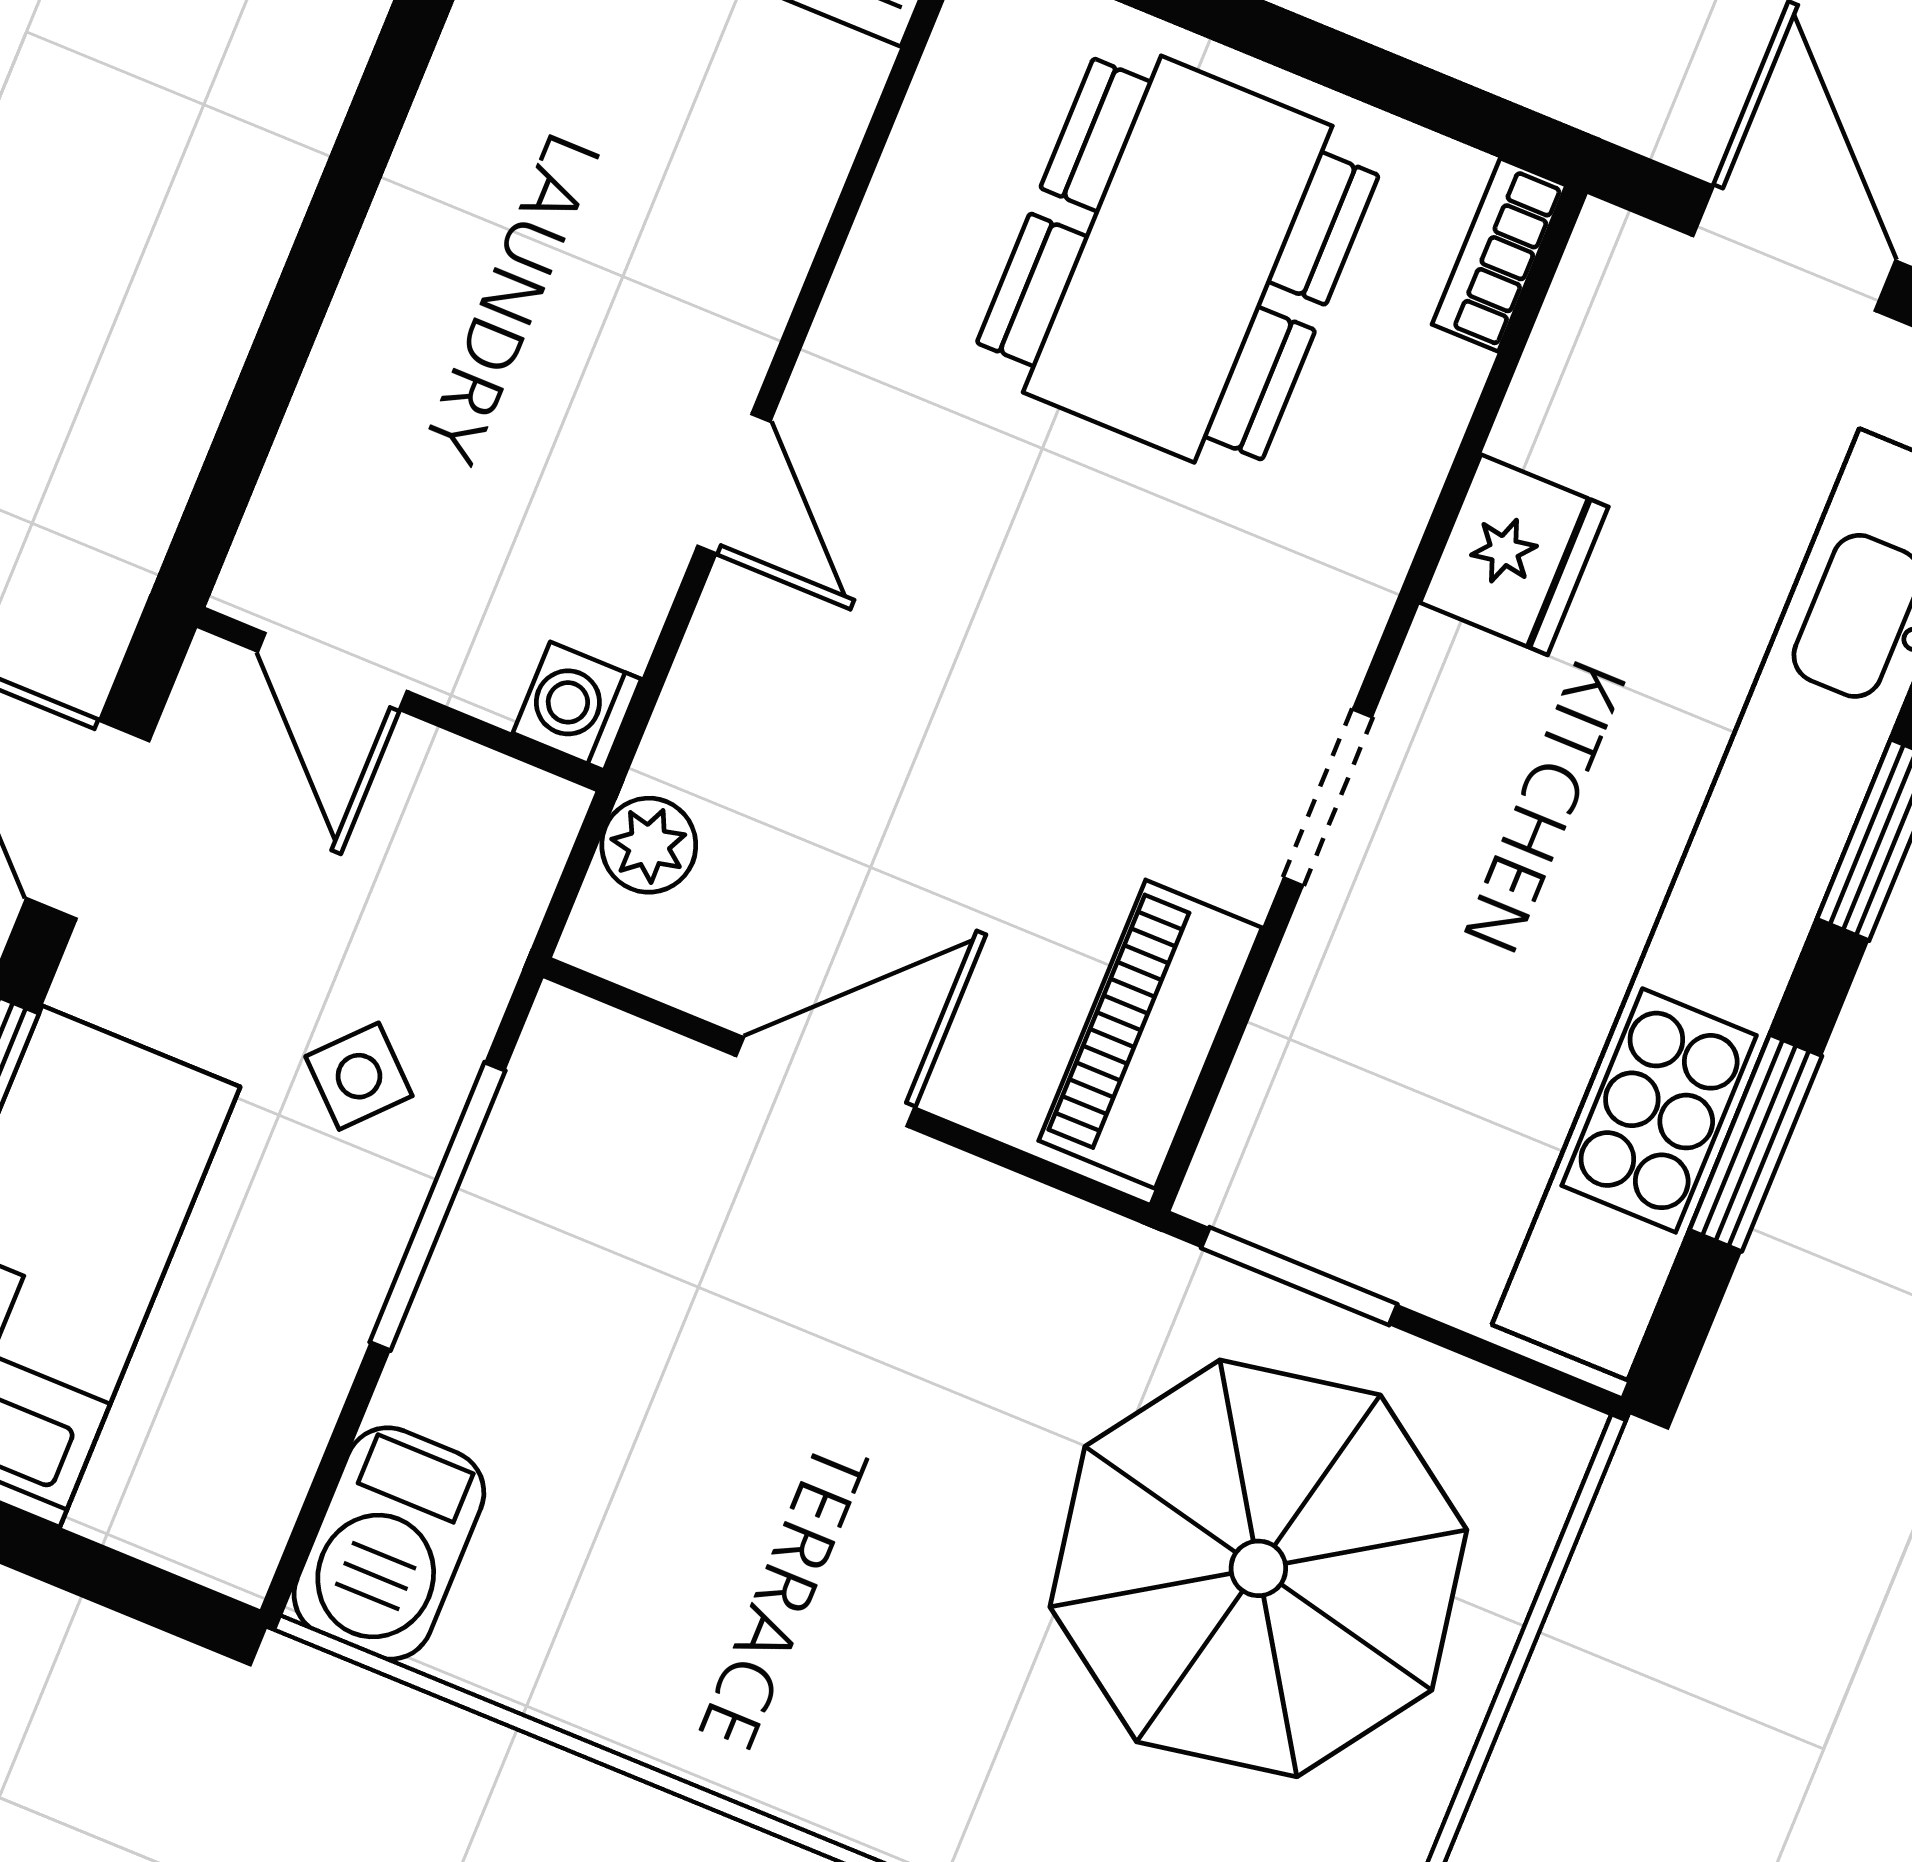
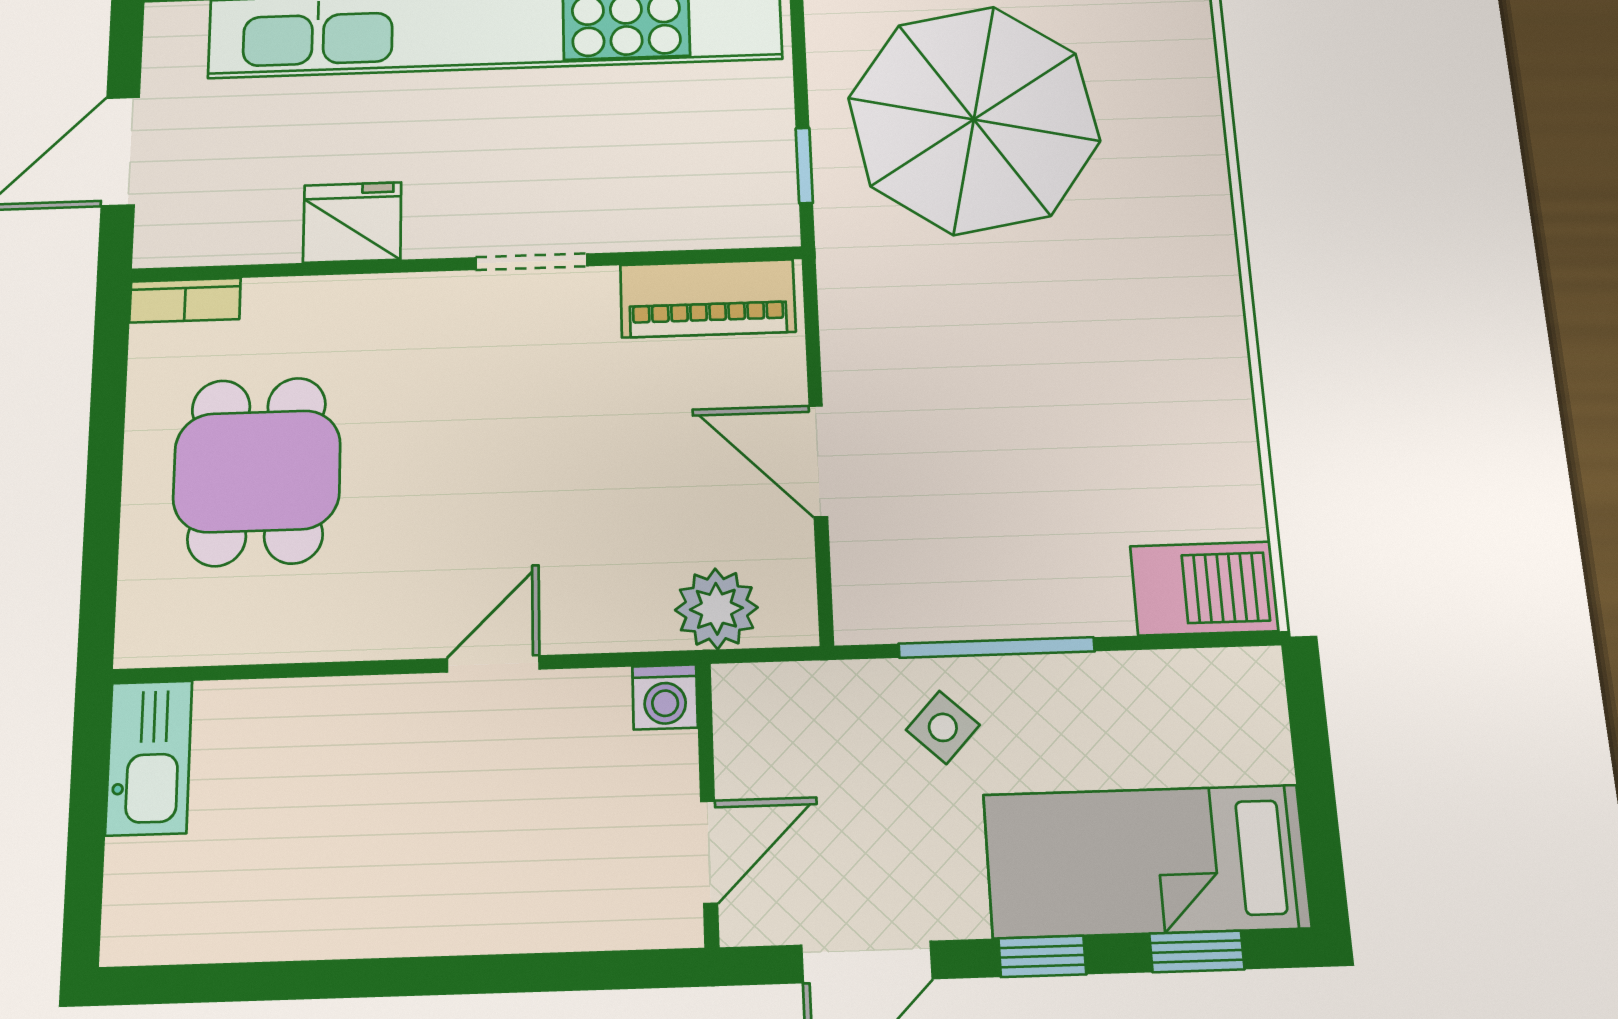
dining table: (1178, 259) -> (257, 471), width x0.73
plant: (649, 845) -> (716, 609), width x1.38, depth x1.38
window: (1299, 1276) -> (804, 165), width x0.67

